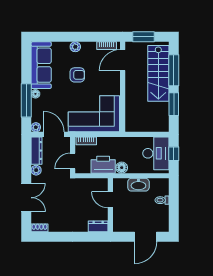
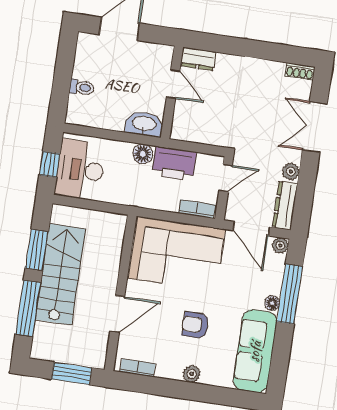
door: (123, 60) -> (117, 314), moved
stairs: (158, 73) -> (60, 274), moved
washbasin: (138, 185) -> (144, 124), moved
door: (110, 200) -> (173, 84), moved

